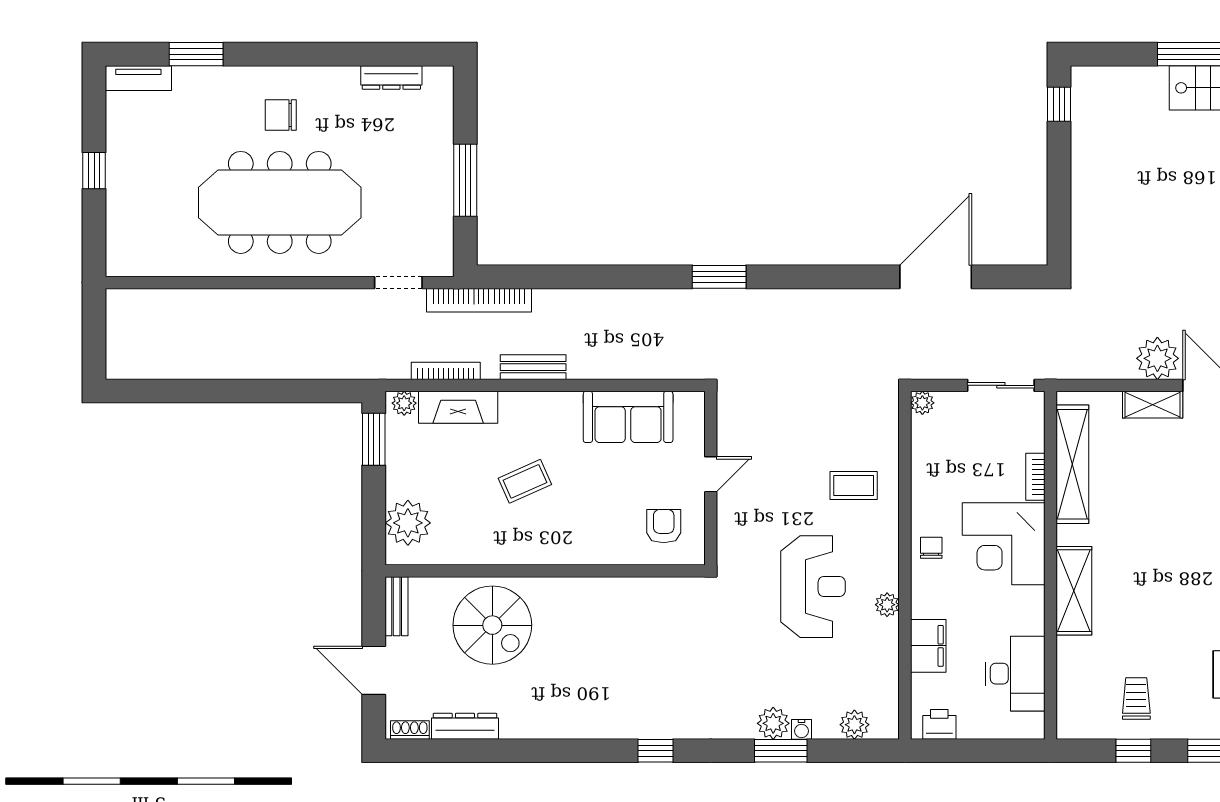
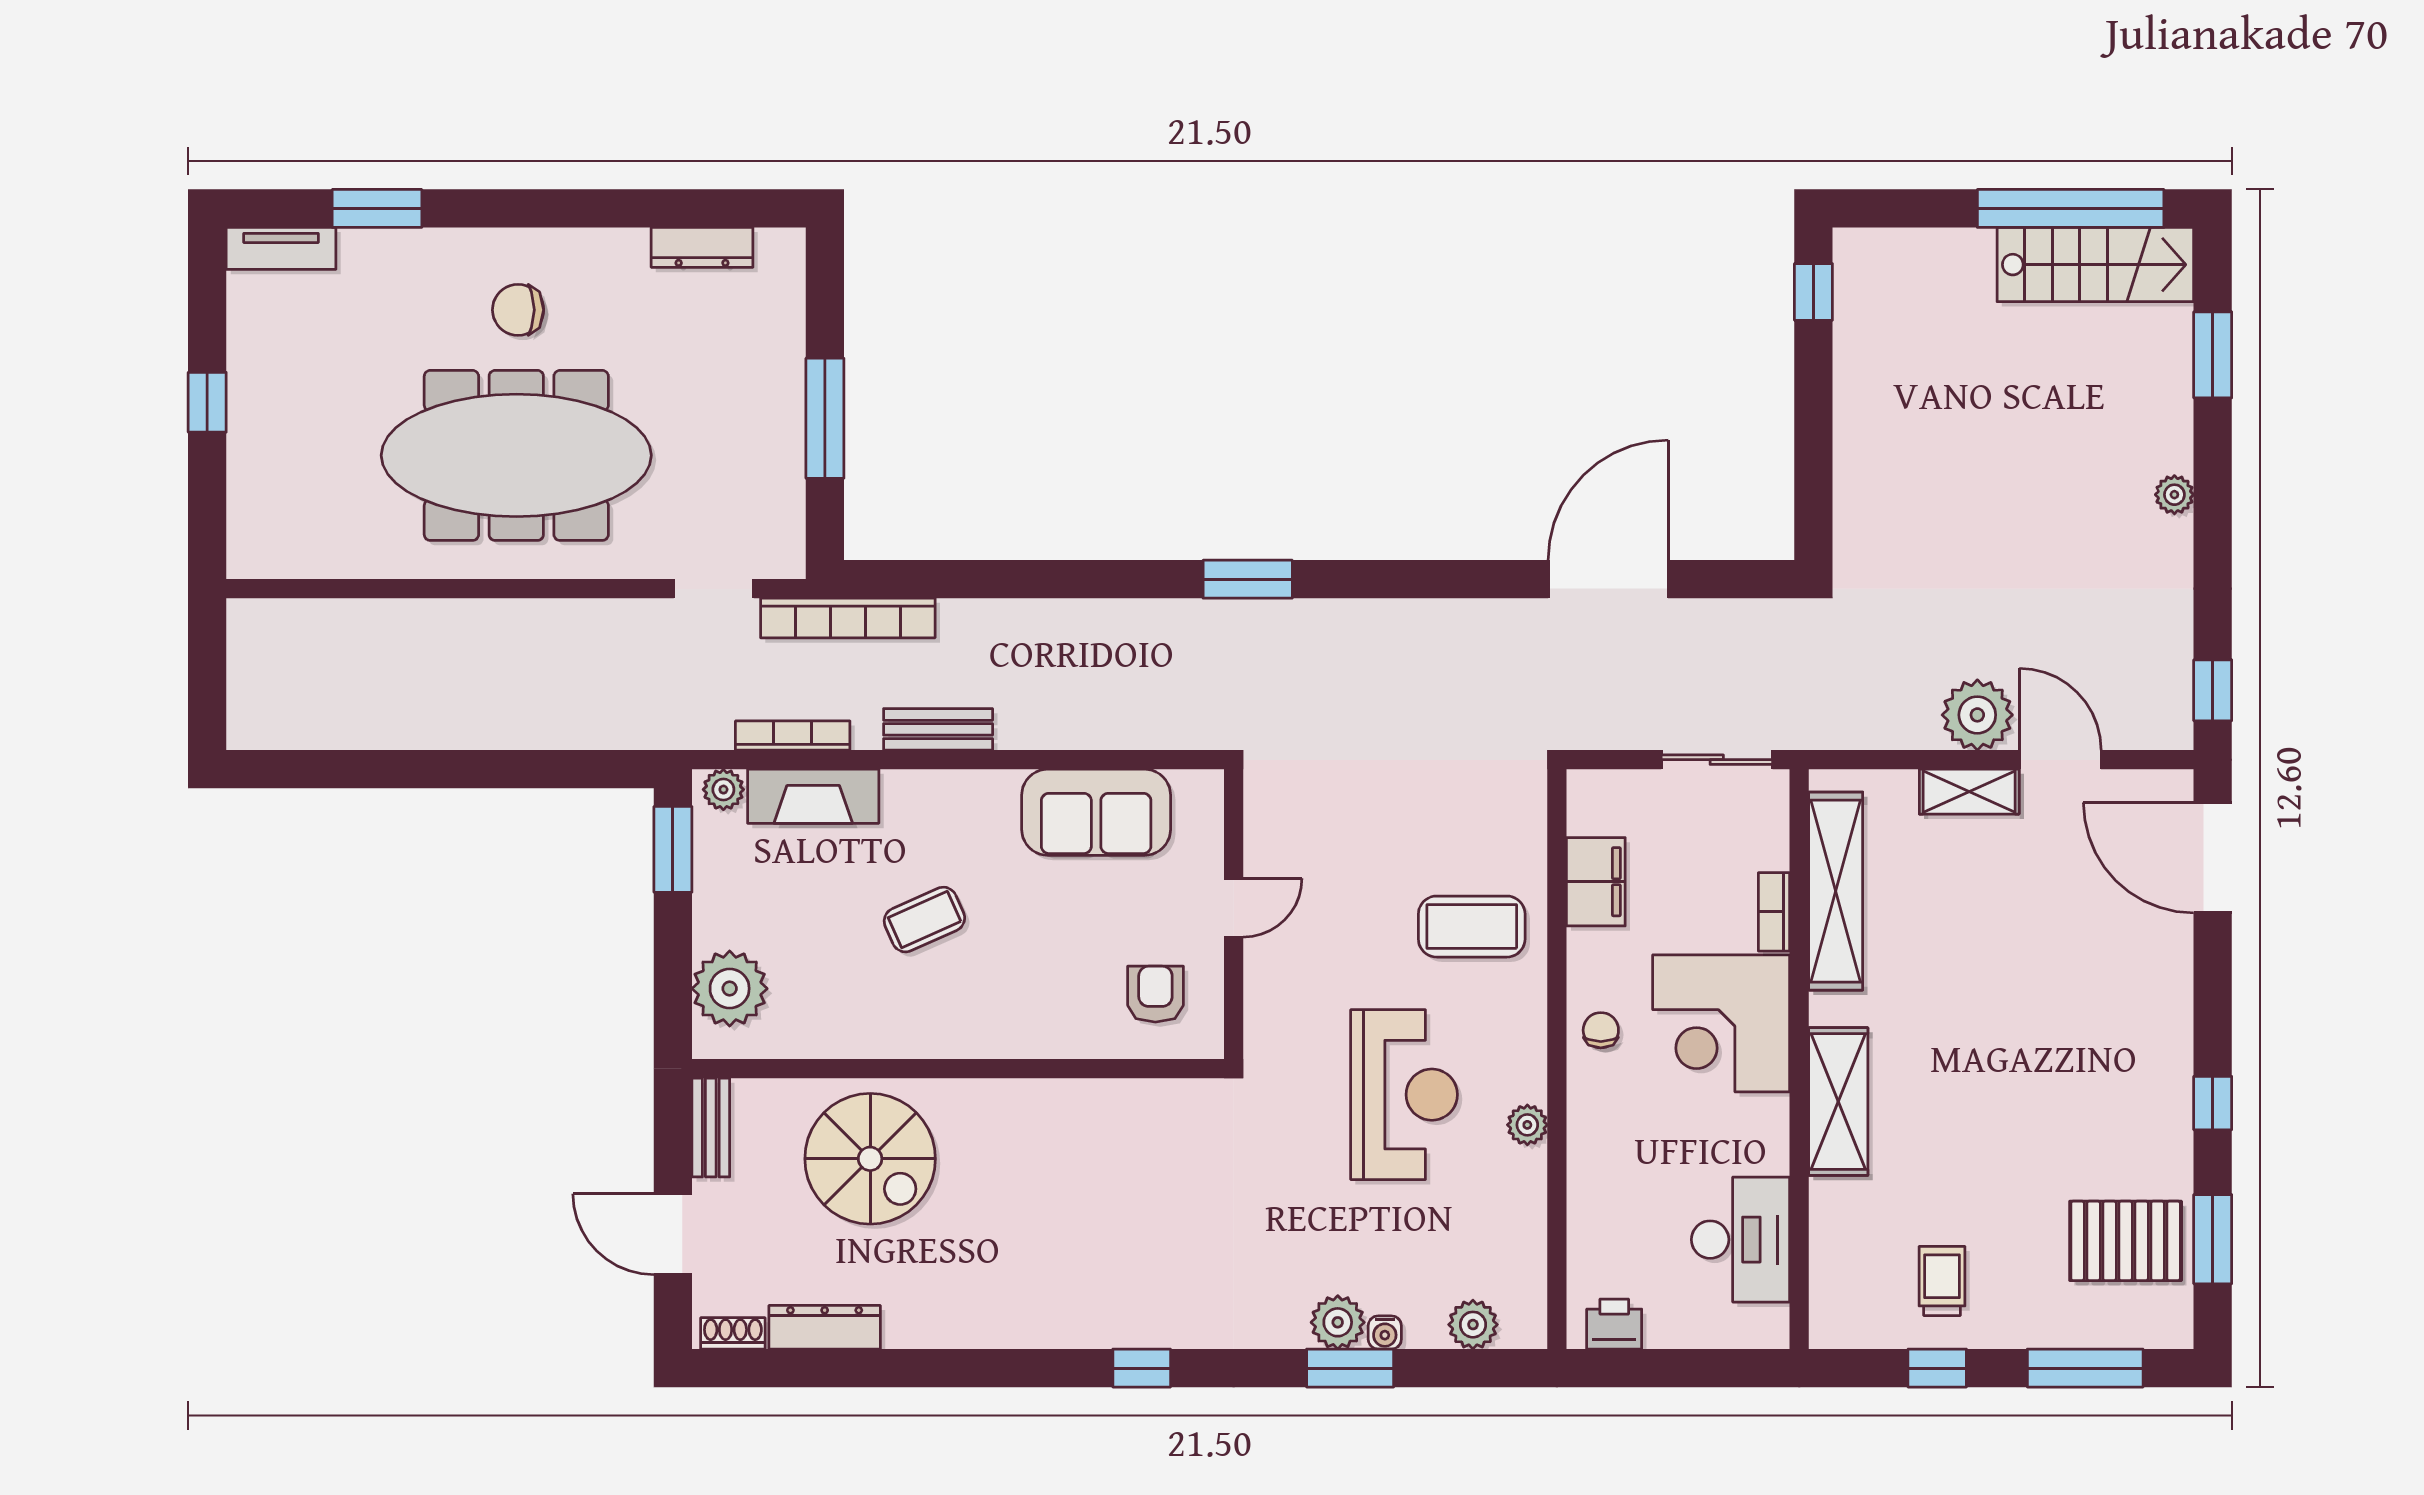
plant: (922, 403) -> (1586, 789), removed
coffee table: (854, 486) -> (1472, 927), width x1.36, depth x1.30
filing cabinet: (928, 646) -> (1596, 882), moved

